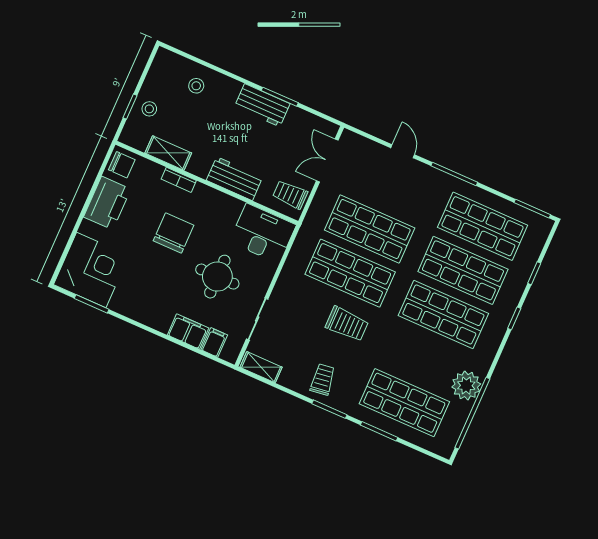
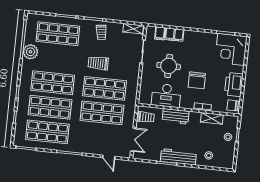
workbench: (262, 105) -> (178, 157), width x1.37
door: (403, 151) -> (109, 157), moved
desk: (263, 233) -> (166, 95), moved

